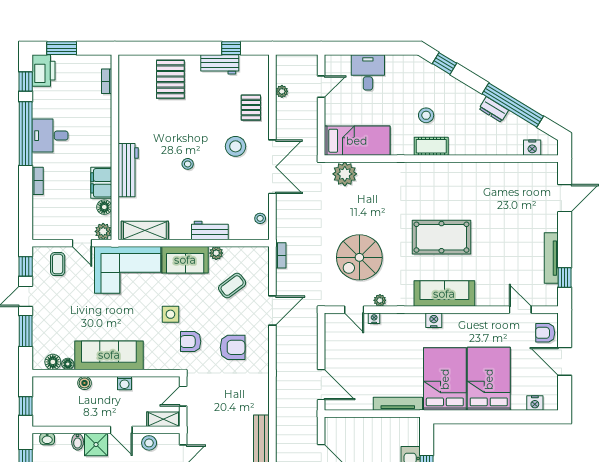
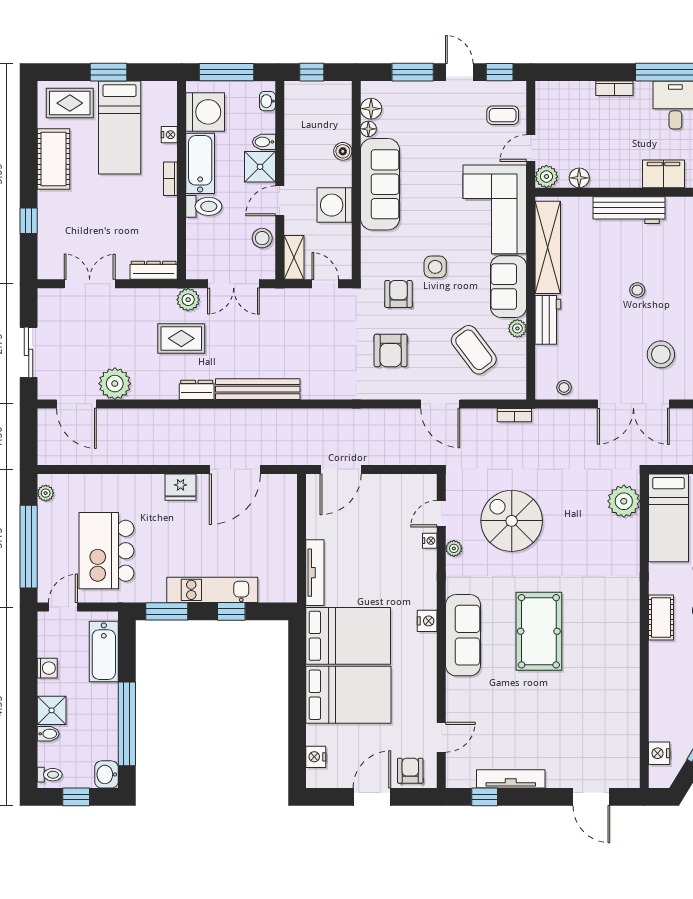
filing cabinet: (101, 183) -> (663, 174), moved
shelving: (145, 230) -> (548, 247), width x1.47
coffee table: (232, 286) -> (474, 350), width x1.36, depth x1.30
washing machine: (124, 383) -> (334, 205), width x1.89, depth x1.89

